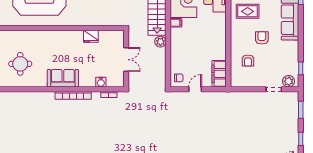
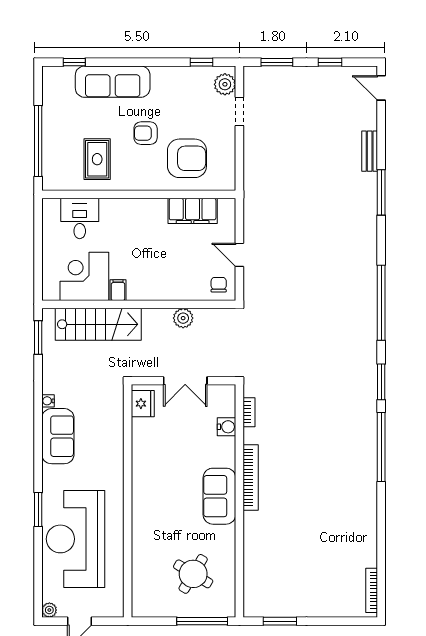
fridge: (91, 36) -> (143, 404), moved
plant: (160, 42) -> (183, 318), moved
double door: (126, 60) -> (185, 381), swing flipped
armchair: (248, 60) -> (187, 158), width x1.88, depth x1.88
round table: (20, 64) -> (193, 574), turned 31
filing cabinet: (219, 74) -> (193, 211), moved

